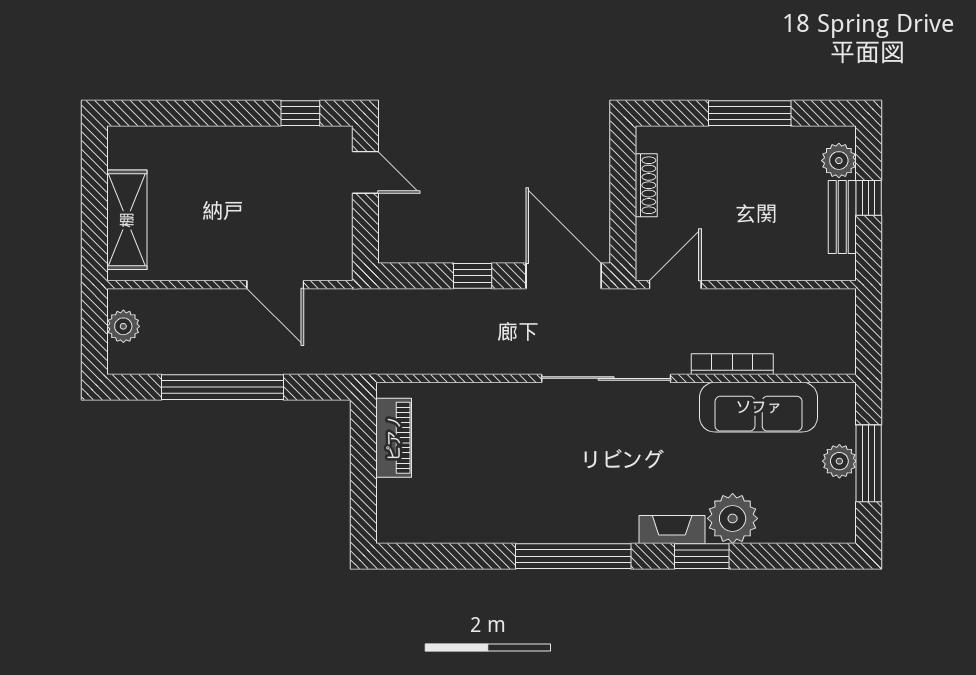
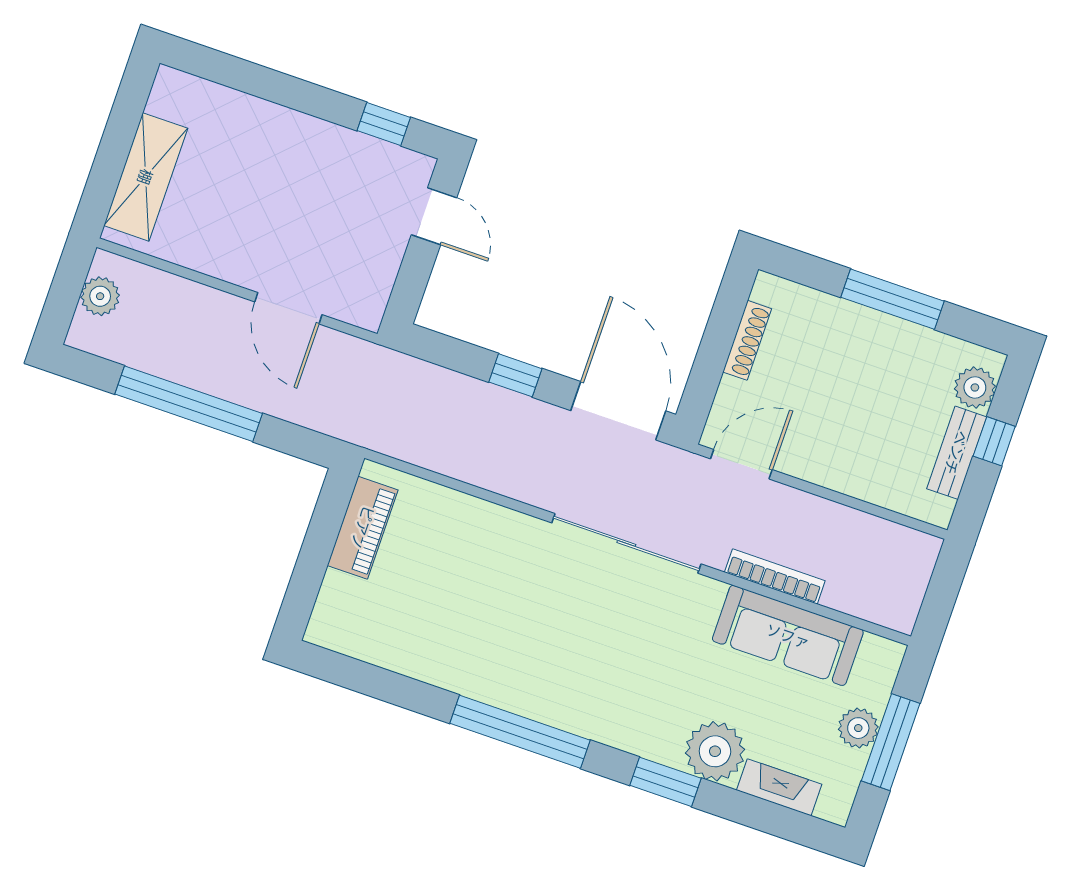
fireplace: (672, 529) -> (779, 787), moved

